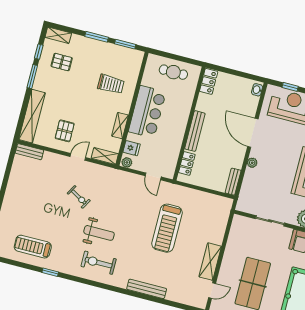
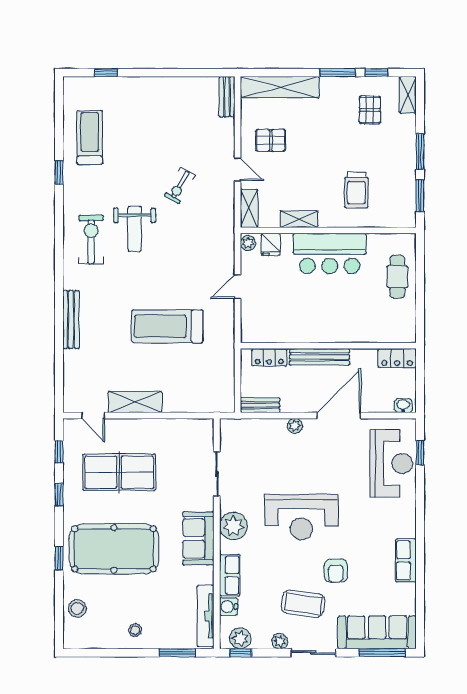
locker: (209, 81) -> (397, 358), moved
wall: (189, 124) -> (328, 346), moved
bench: (195, 131) -> (320, 357), moved
locker: (187, 163) -> (269, 357), moved

